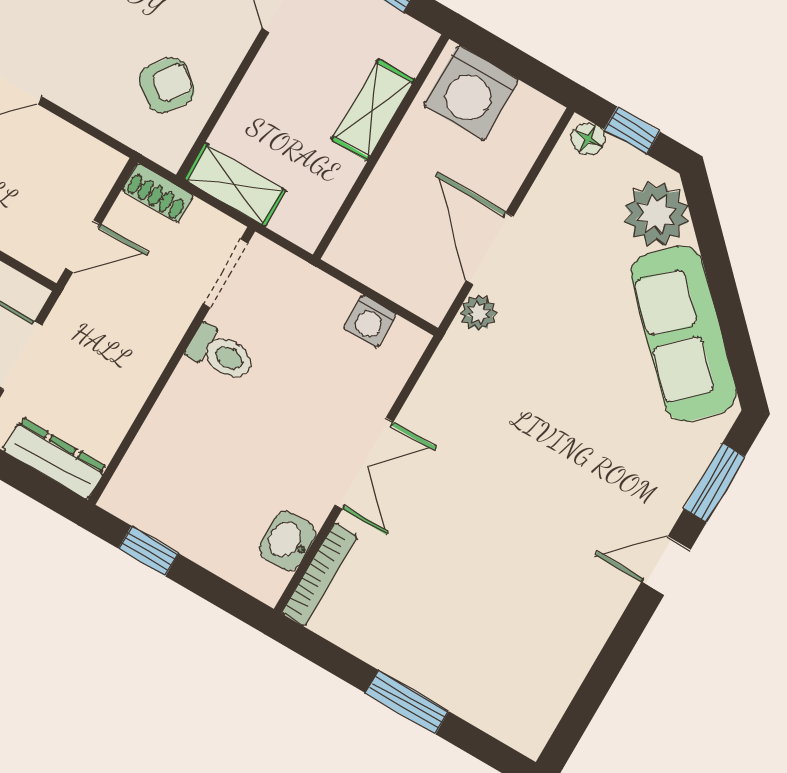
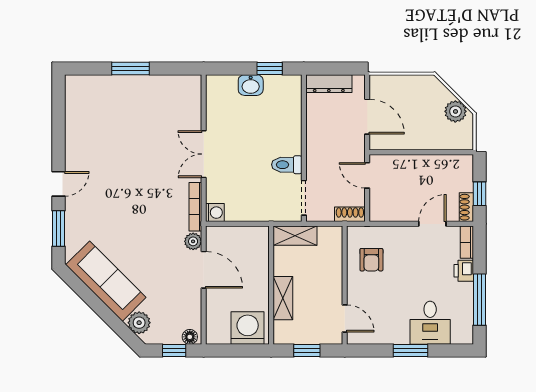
armchair: (167, 85) -> (371, 260), turned -37
shelving: (235, 185) -> (295, 236), moved
plant: (656, 214) -> (139, 323), width x0.73, depth x0.73
door: (83, 246) -> (367, 175), hinge flipped
washing machine: (370, 321) -> (215, 213), moved, turned 90
washbasin: (287, 541) -> (251, 85), moved, turned 90
bookcase: (320, 575) -> (195, 207), moved

